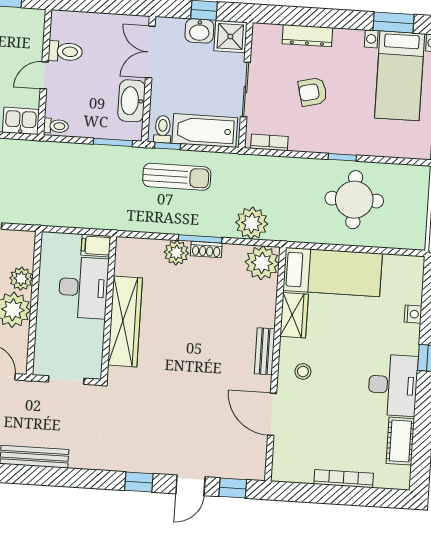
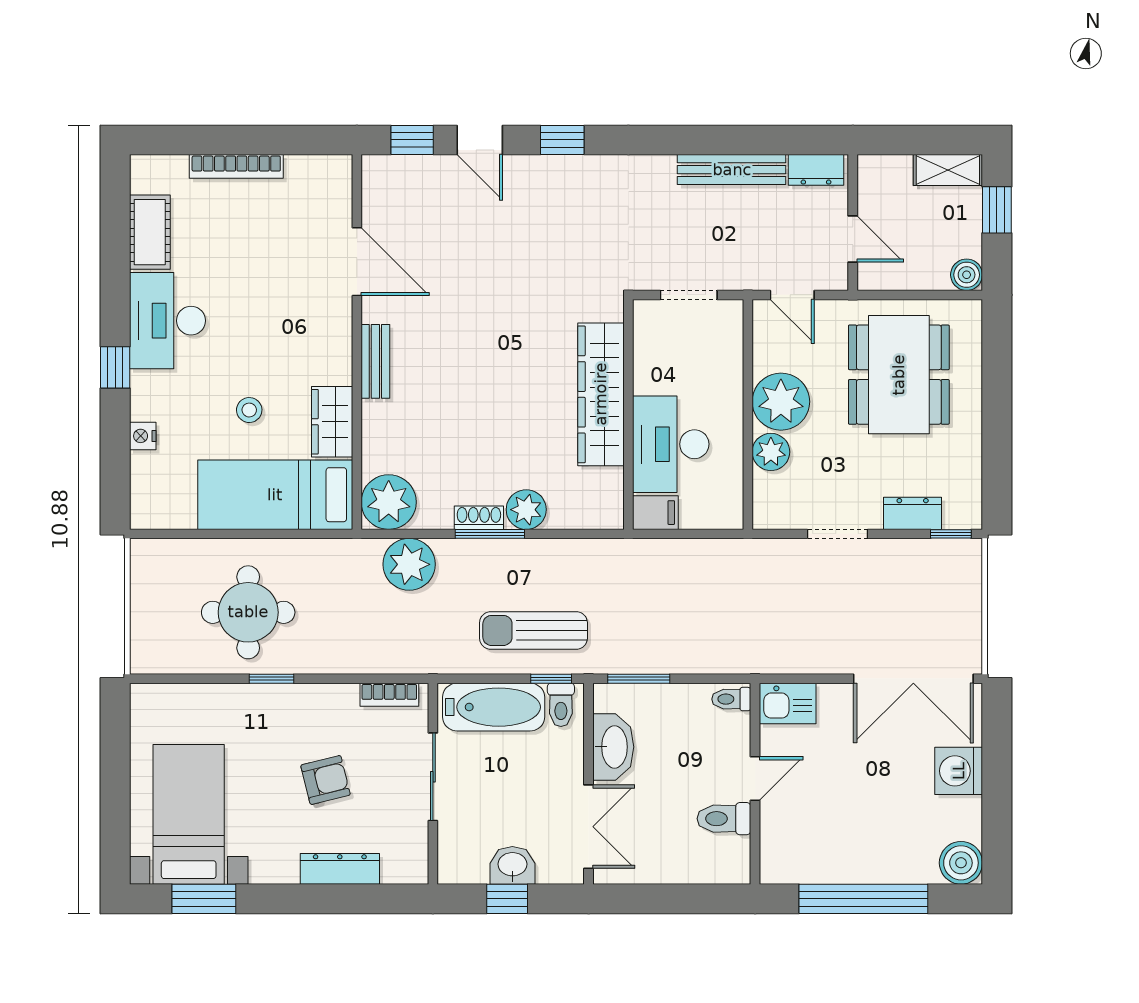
shower: (230, 37) -> (462, 860), removed
stool: (303, 371) -> (249, 410), moved
door: (190, 485) -> (480, 140), swing flipped

